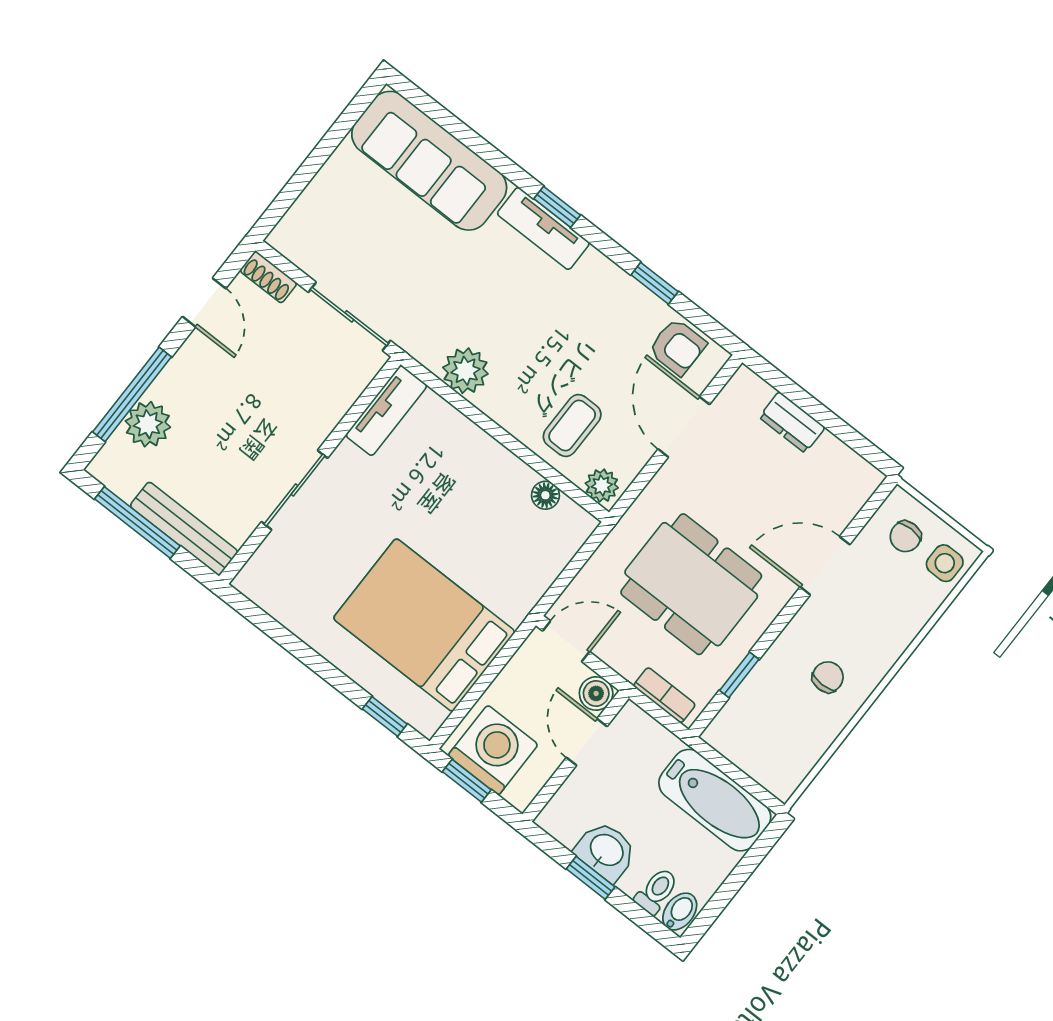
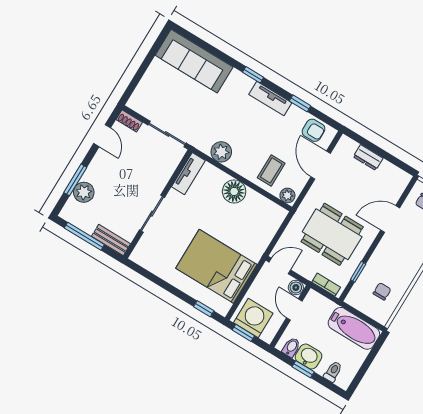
tv unit: (543, 228) -> (270, 99), moved
window: (132, 394) -> (75, 180), width x0.69
floor lamp: (545, 495) -> (234, 191), moved, width x1.89, depth x1.89
bench: (184, 529) -> (111, 240), width x0.73
chair: (828, 677) -> (382, 291), moved
bidet: (680, 912) -> (291, 347), moved

